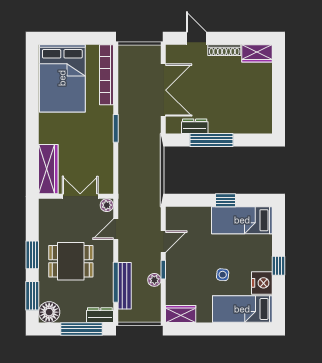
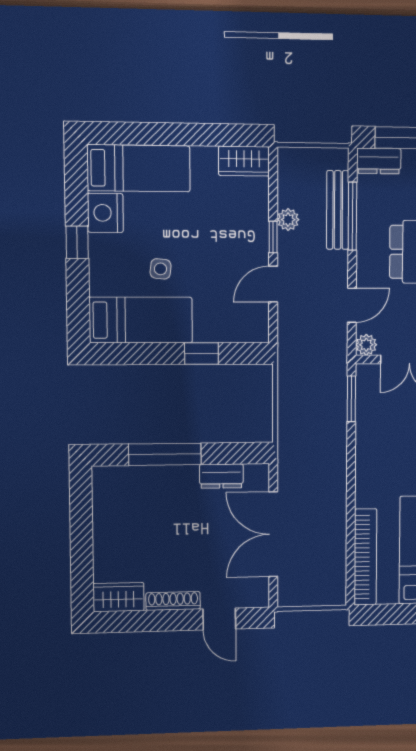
window: (116, 128) -> (351, 399), moved
window: (212, 140) -> (165, 454), moved
window: (225, 200) -> (201, 353), moved
side table: (223, 275) -> (161, 269), moved

